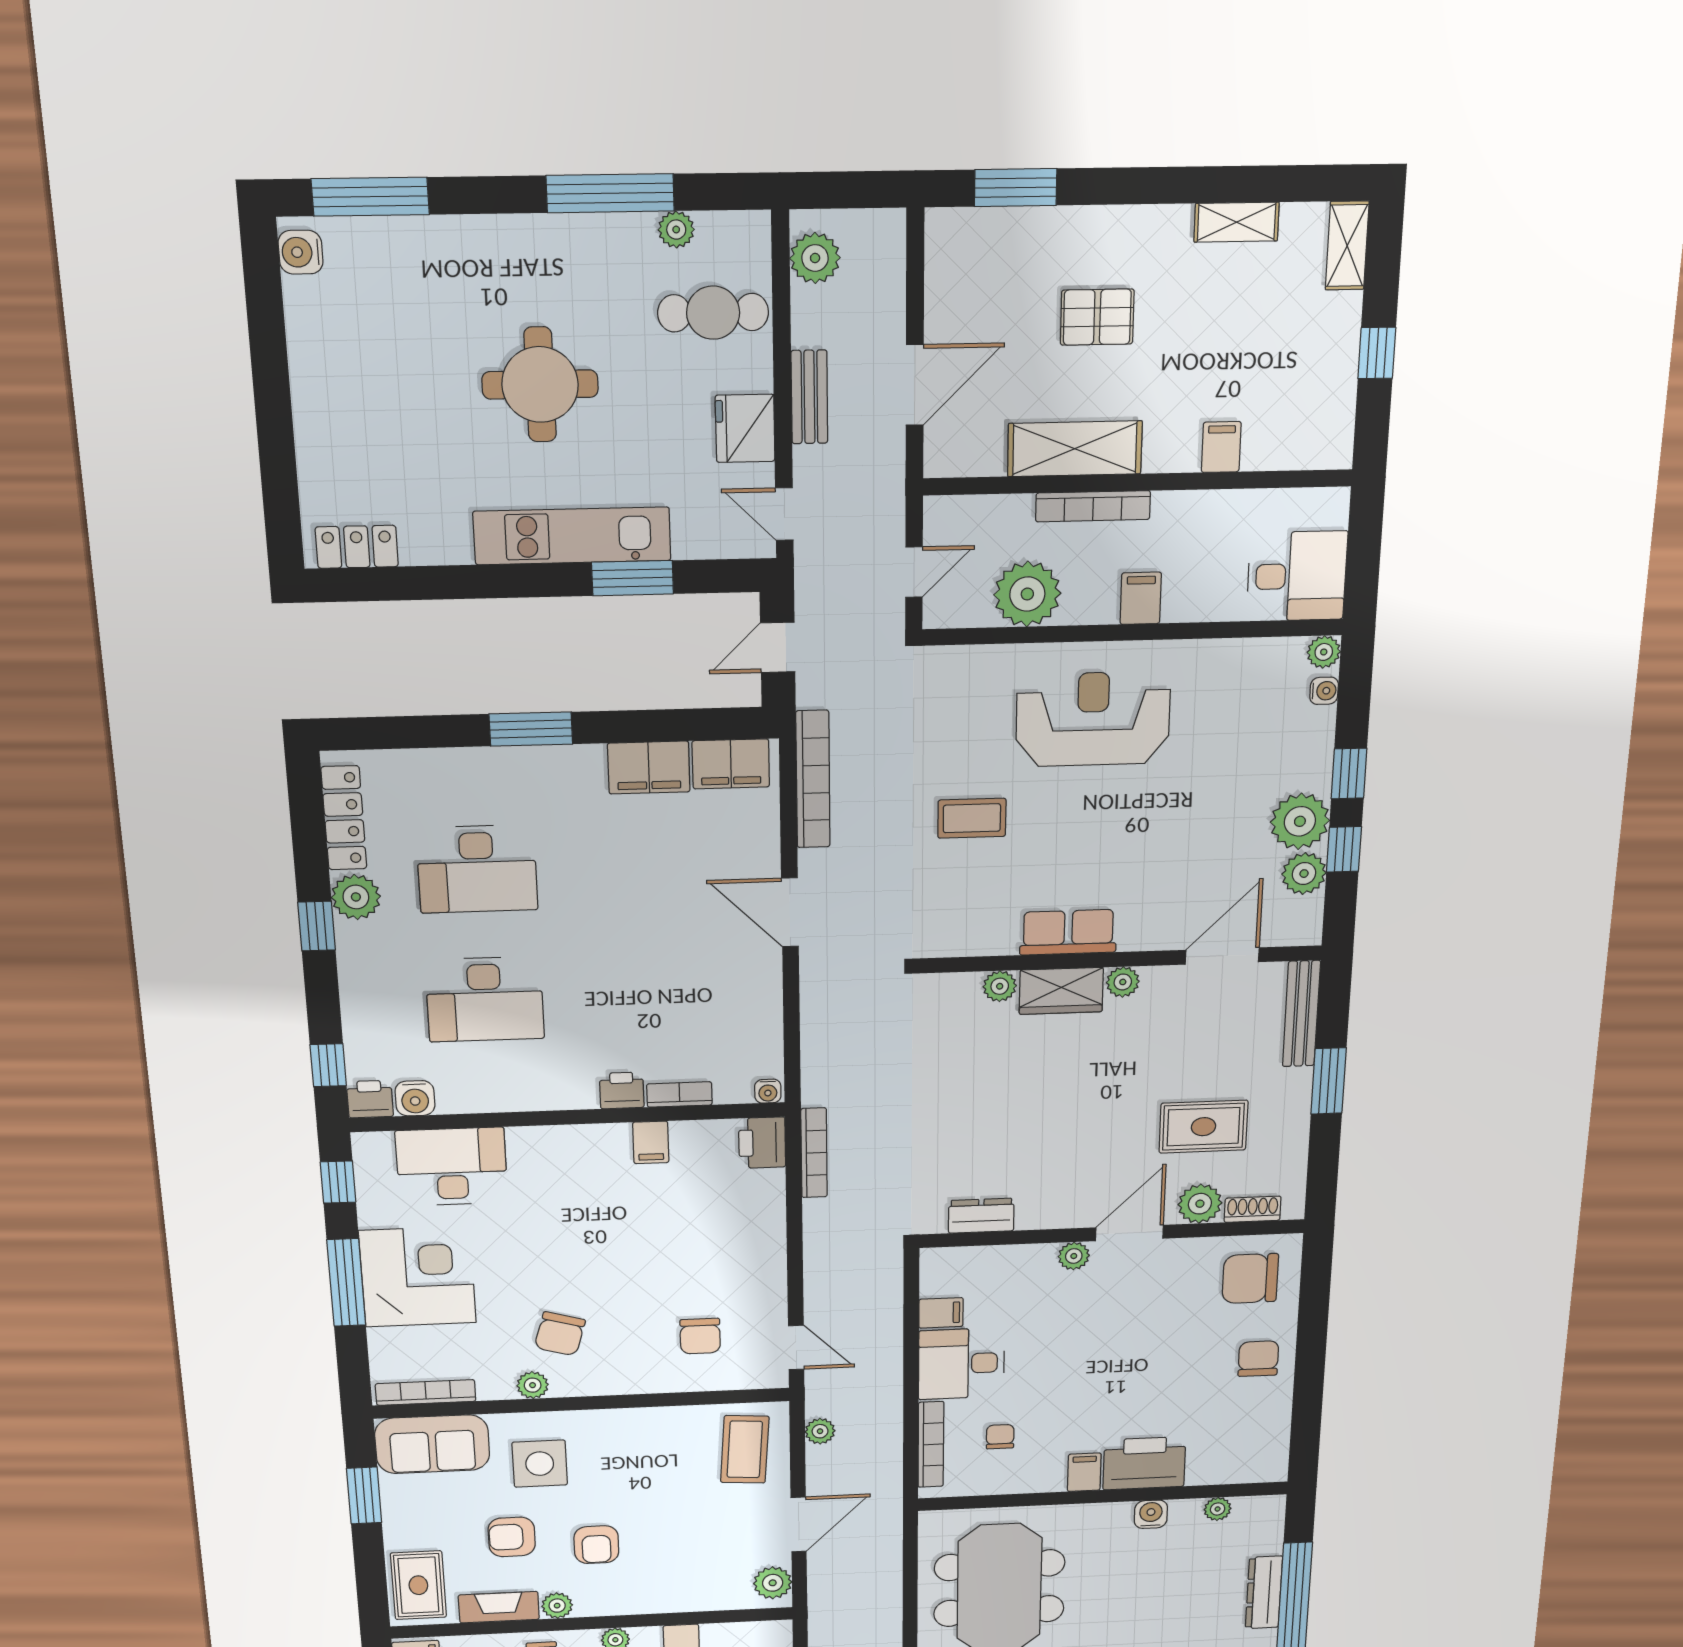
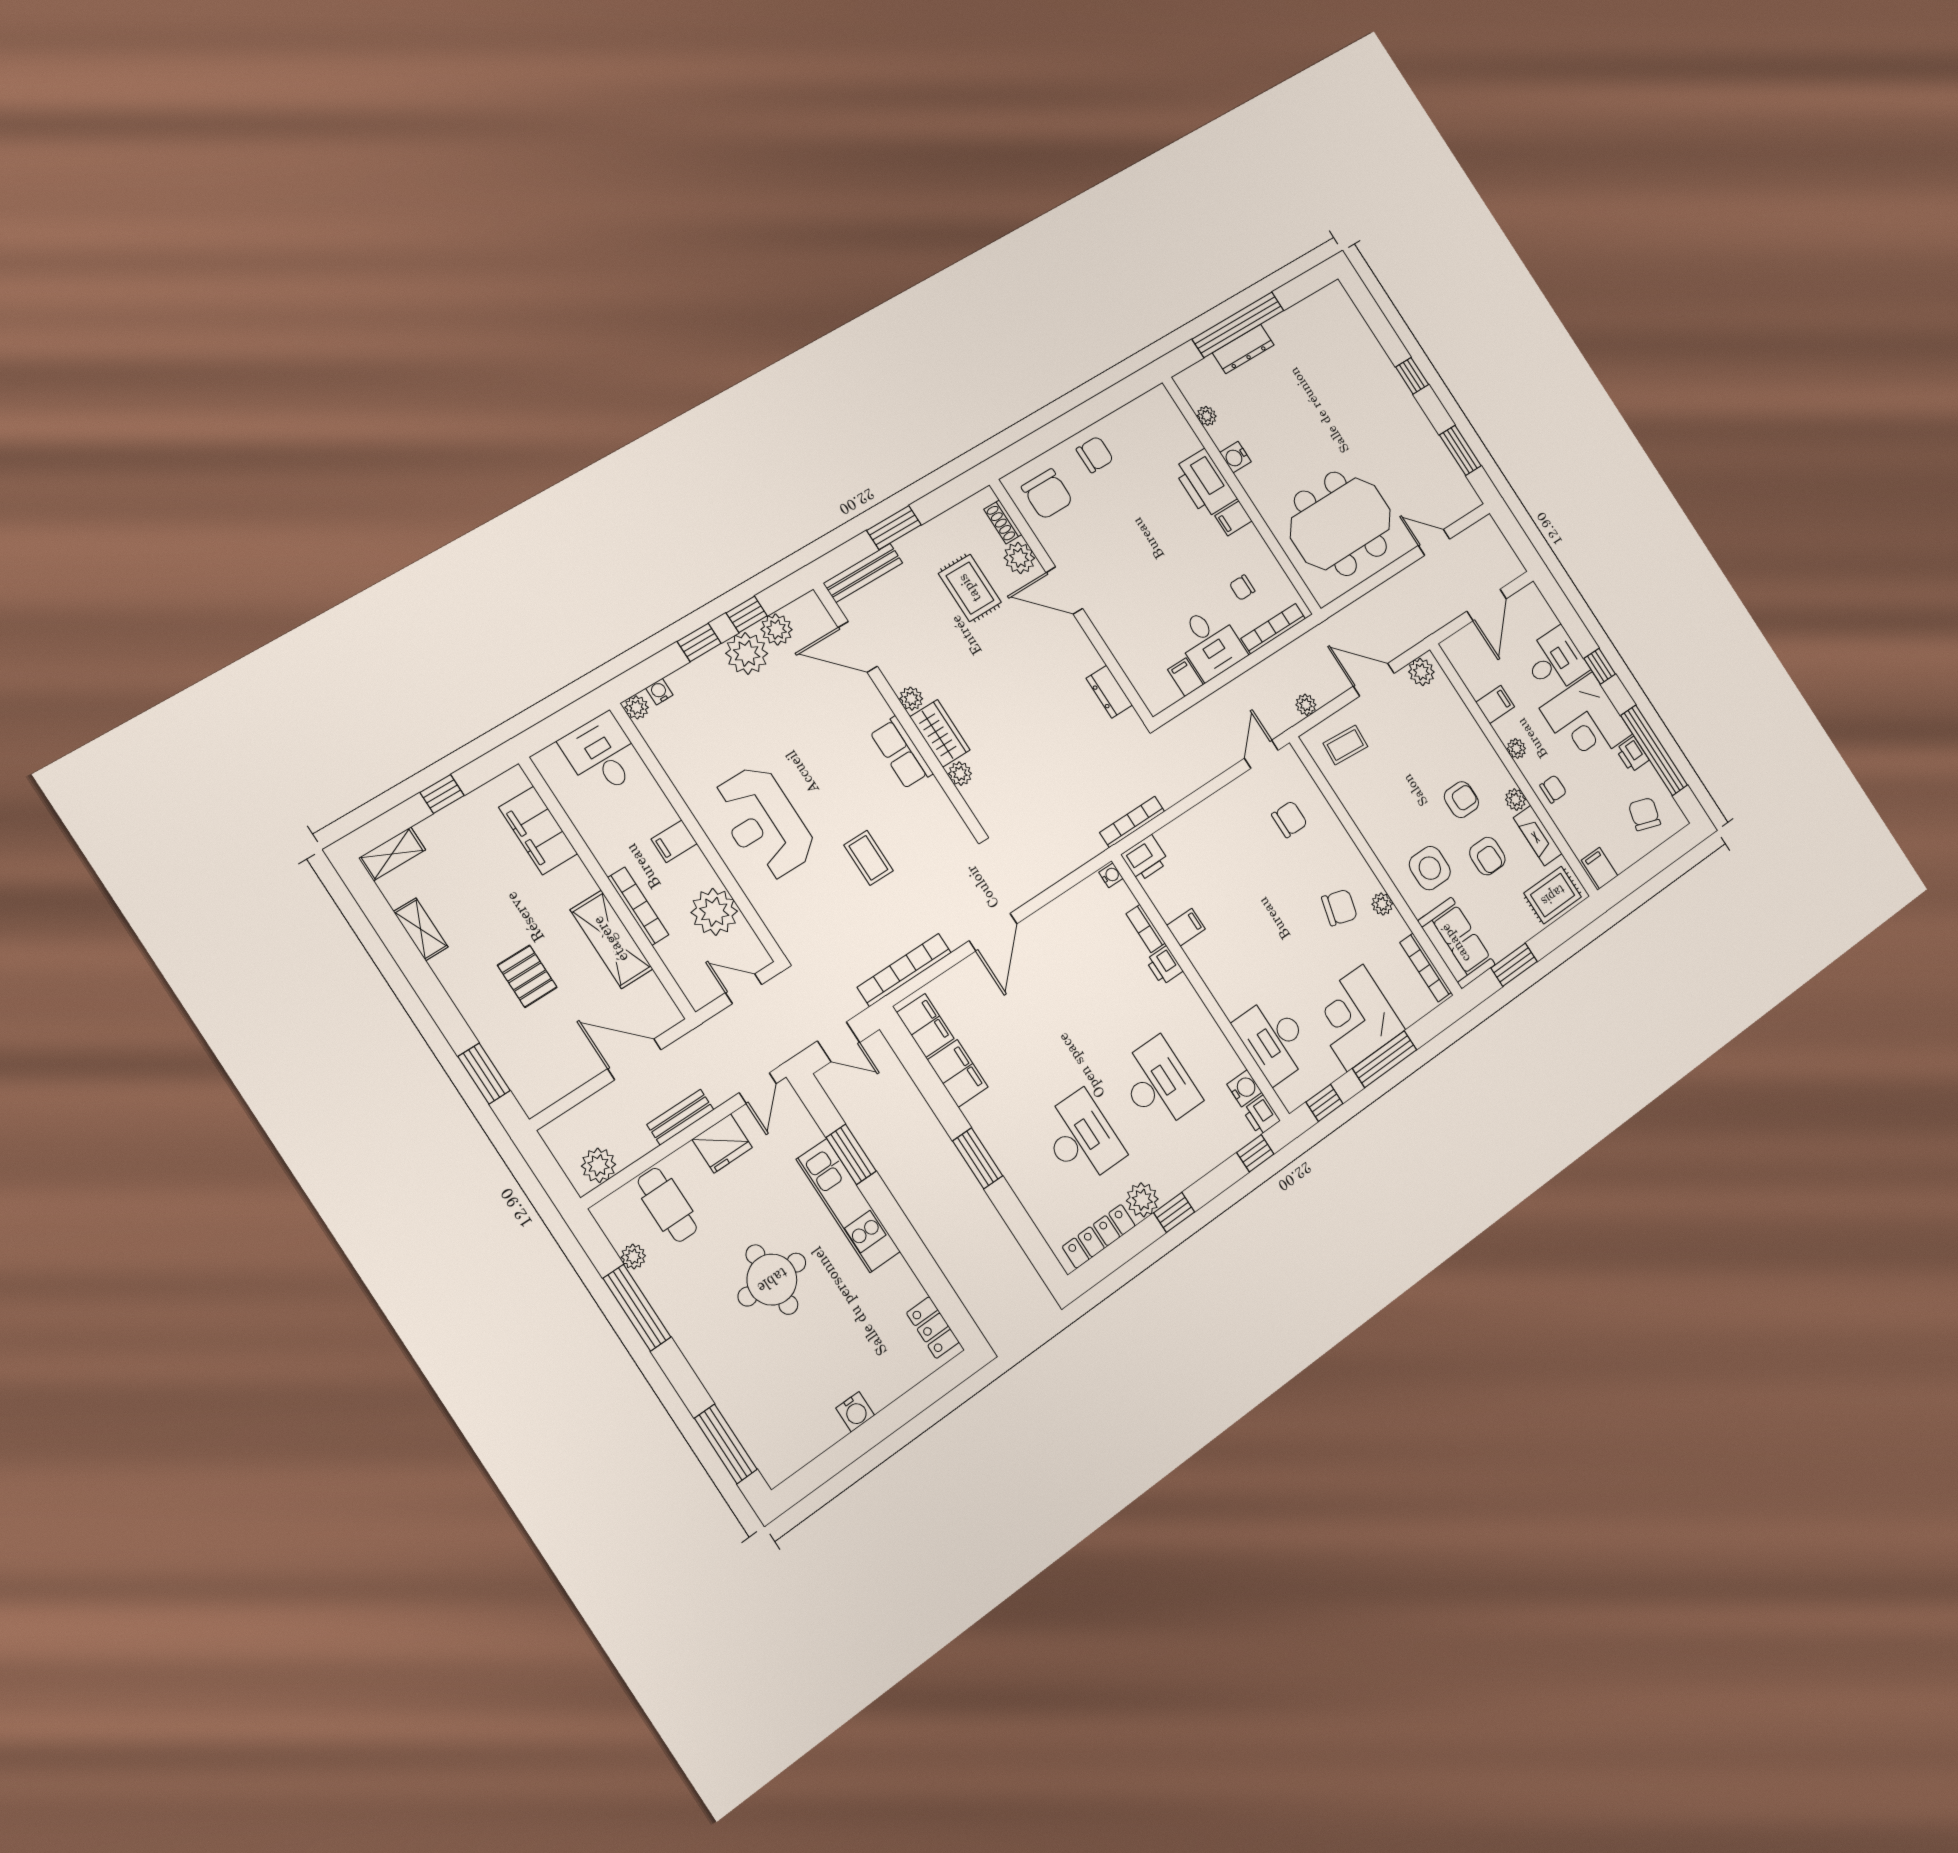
water cooler: (301, 252) -> (855, 1412), moved
filing cabinet: (1221, 447) -> (538, 831), width x3.00, depth x1.17
plant: (1074, 1256) -> (1100, 616), removed
chair: (1258, 1359) -> (1095, 454), turned 180
coffee table: (745, 1449) -> (1345, 745), width x0.73, depth x0.77

